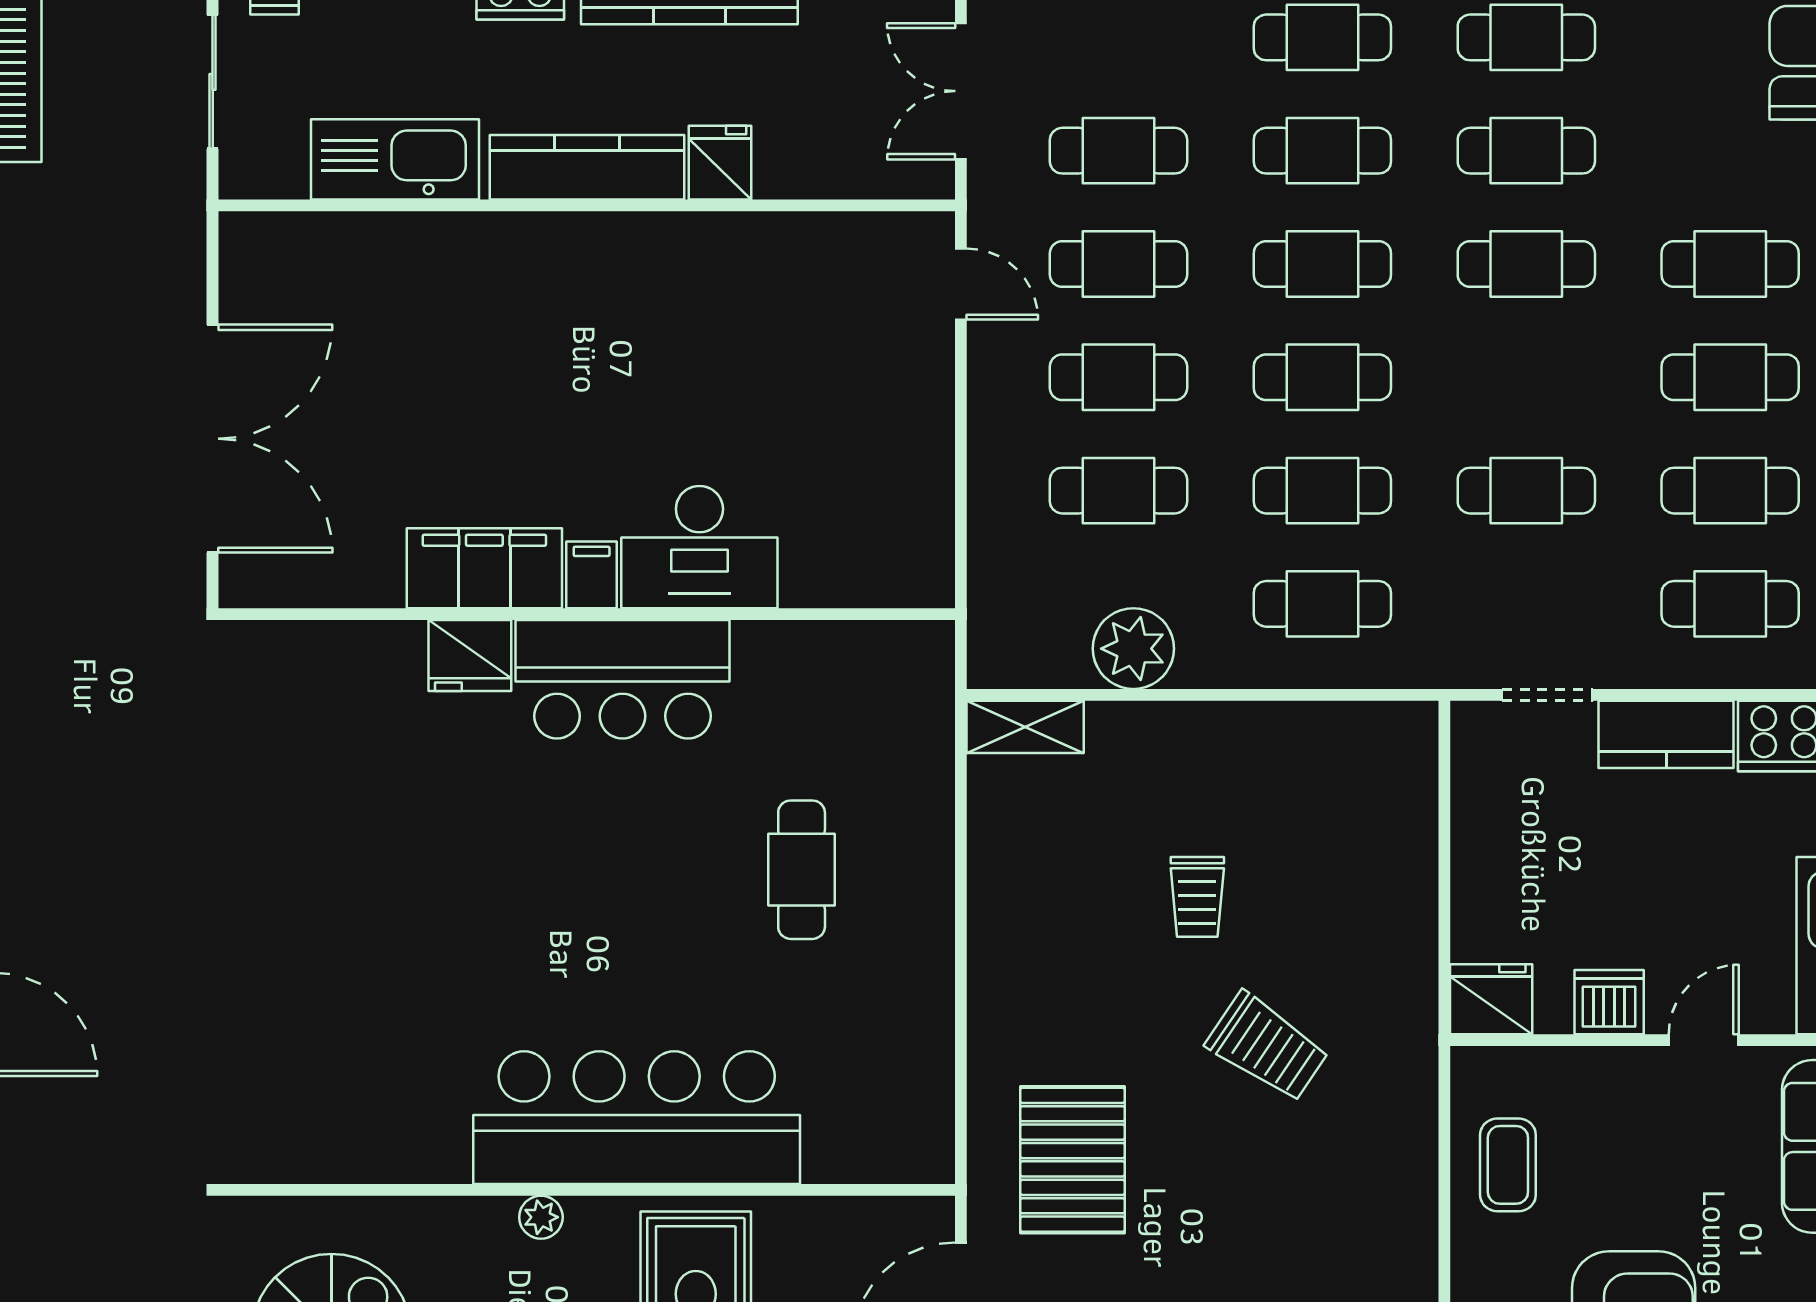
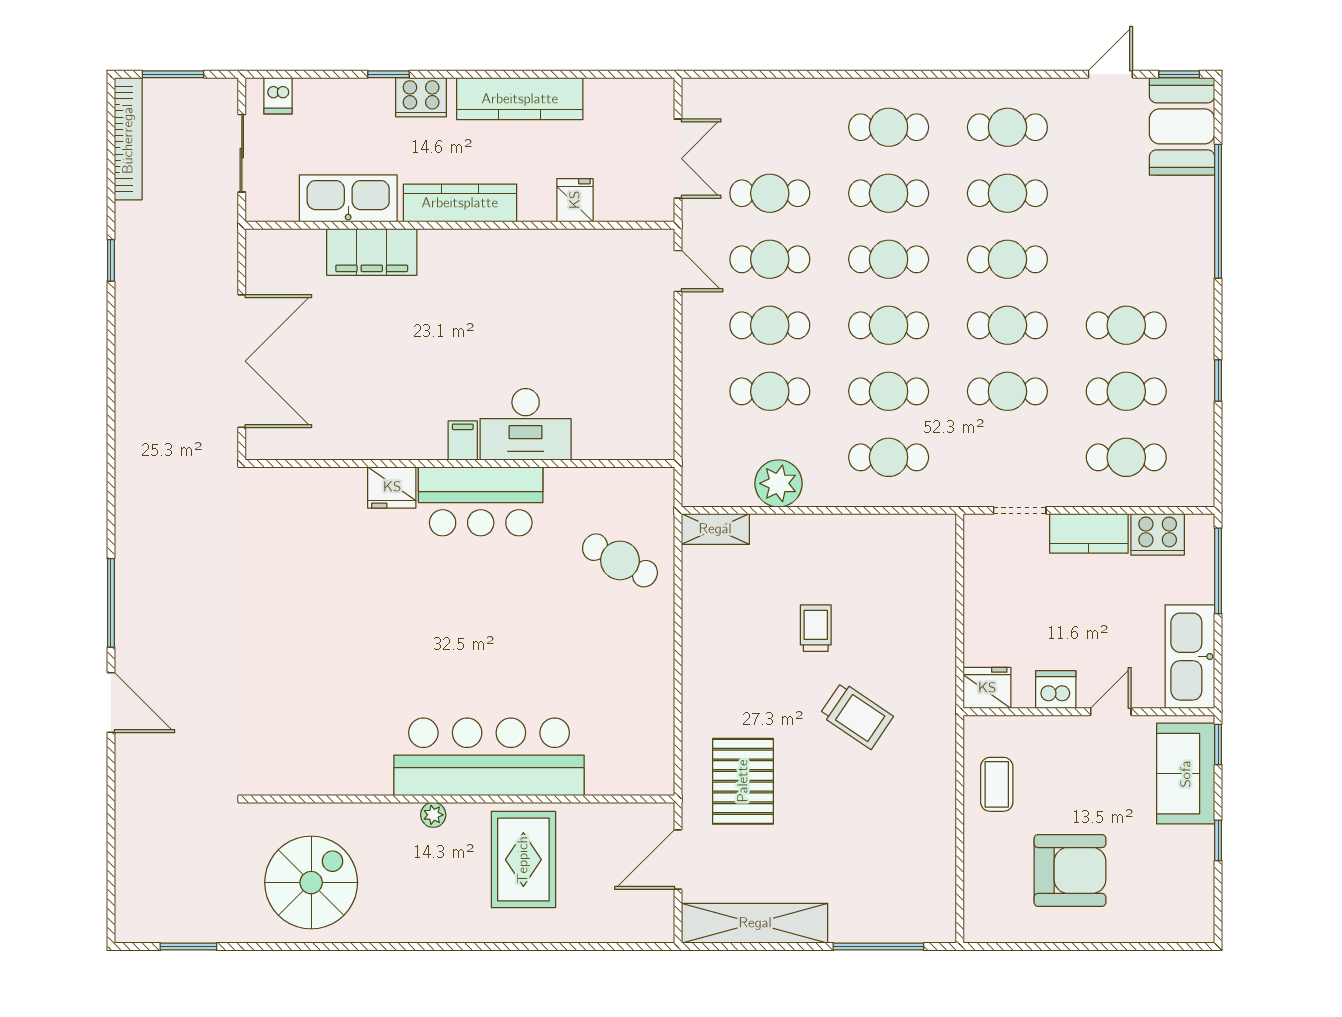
double door: (961, 91) -> (678, 159), swing flipped
fridge: (720, 163) -> (575, 200), moved
cafe table: (1730, 264) -> (1007, 325), moved
filing cabinet: (484, 568) -> (372, 252), moved, turned 180
cafe table: (802, 870) -> (620, 560), moved, turned -62
trolley: (1197, 897) -> (816, 628), turned 180

